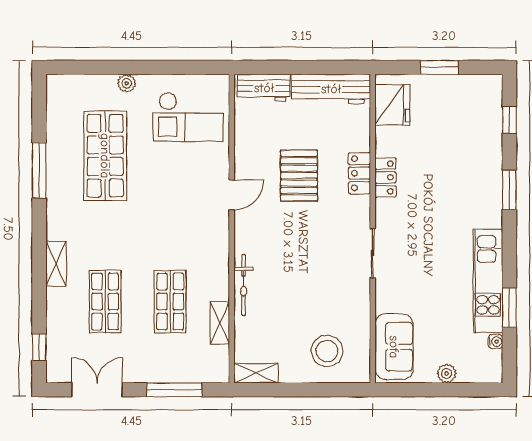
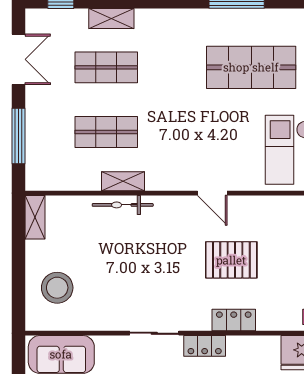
locker: (385, 177) -> (205, 346), moved
shelving: (56, 263) -> (111, 19), moved
shelving: (220, 323) -> (123, 181), moved

